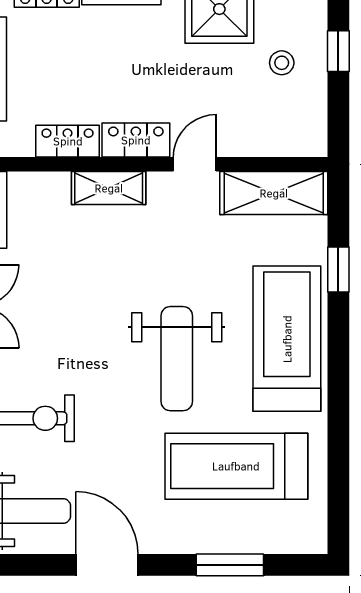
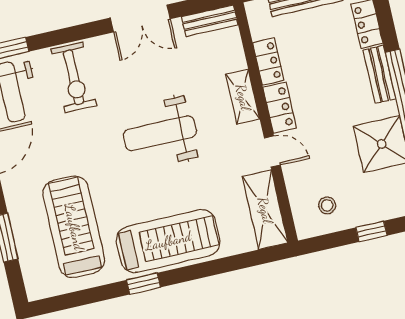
stool: (282, 63) -> (327, 205), moved
window: (338, 269) -> (144, 284), moved
weight bench: (177, 359) -> (160, 133), moved

